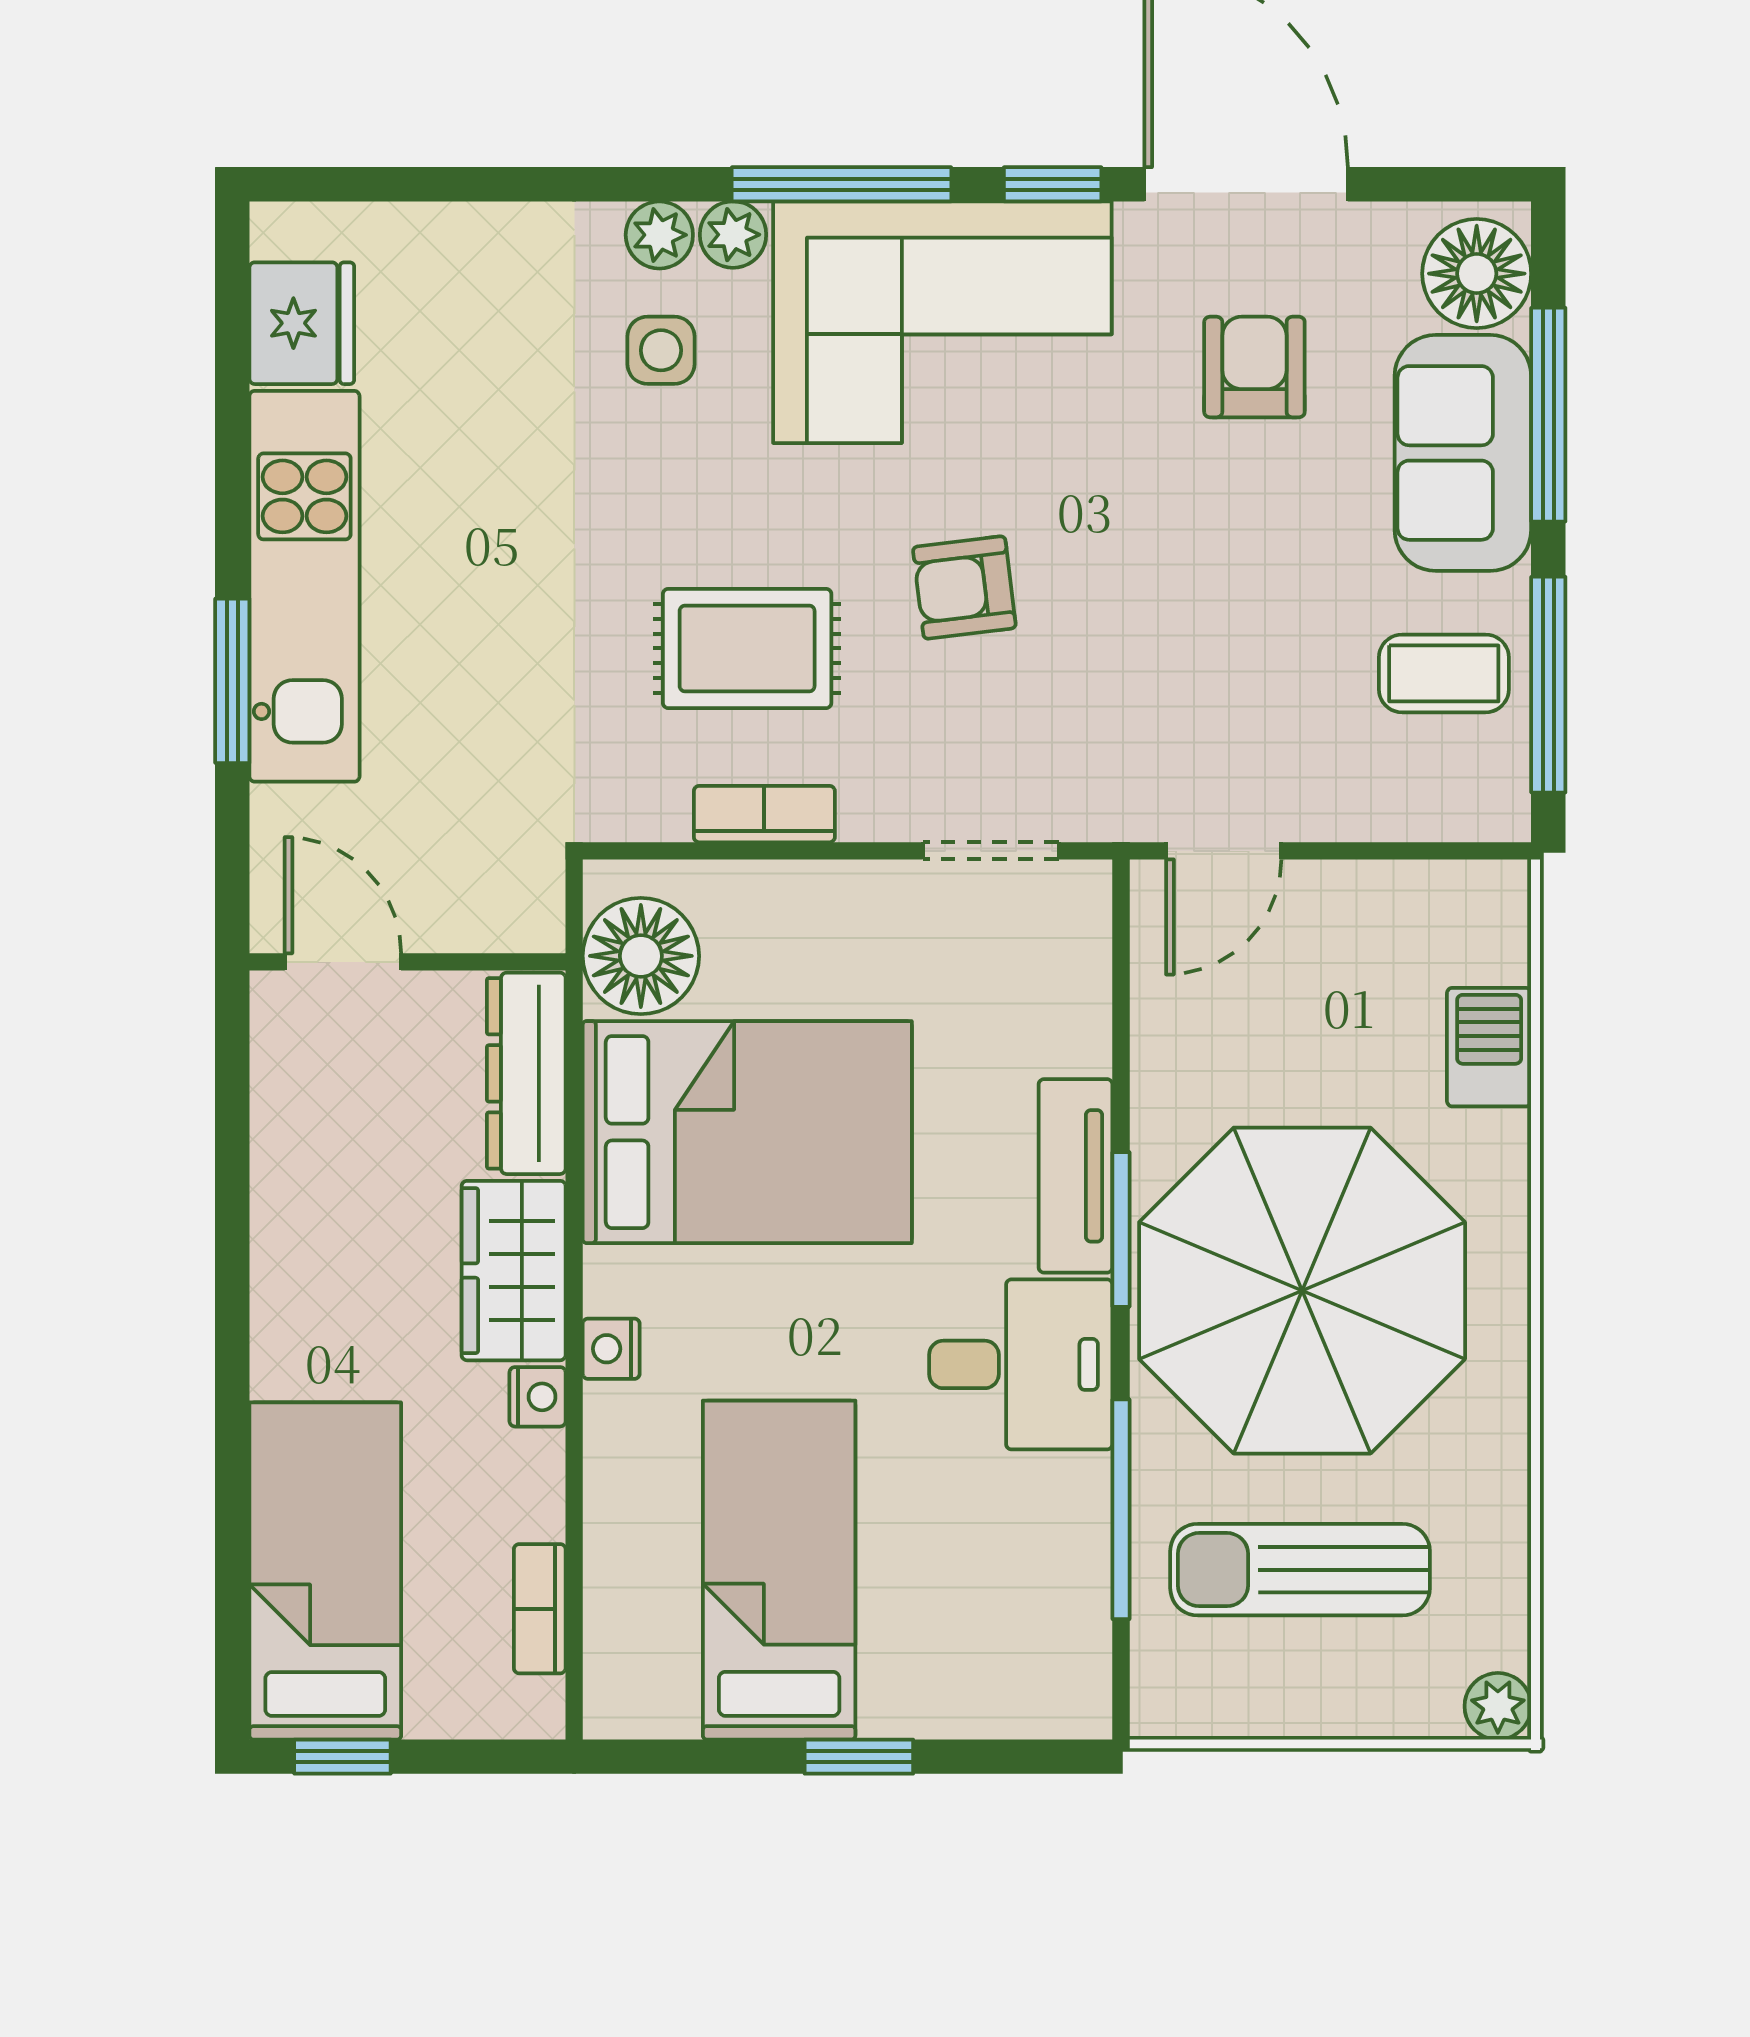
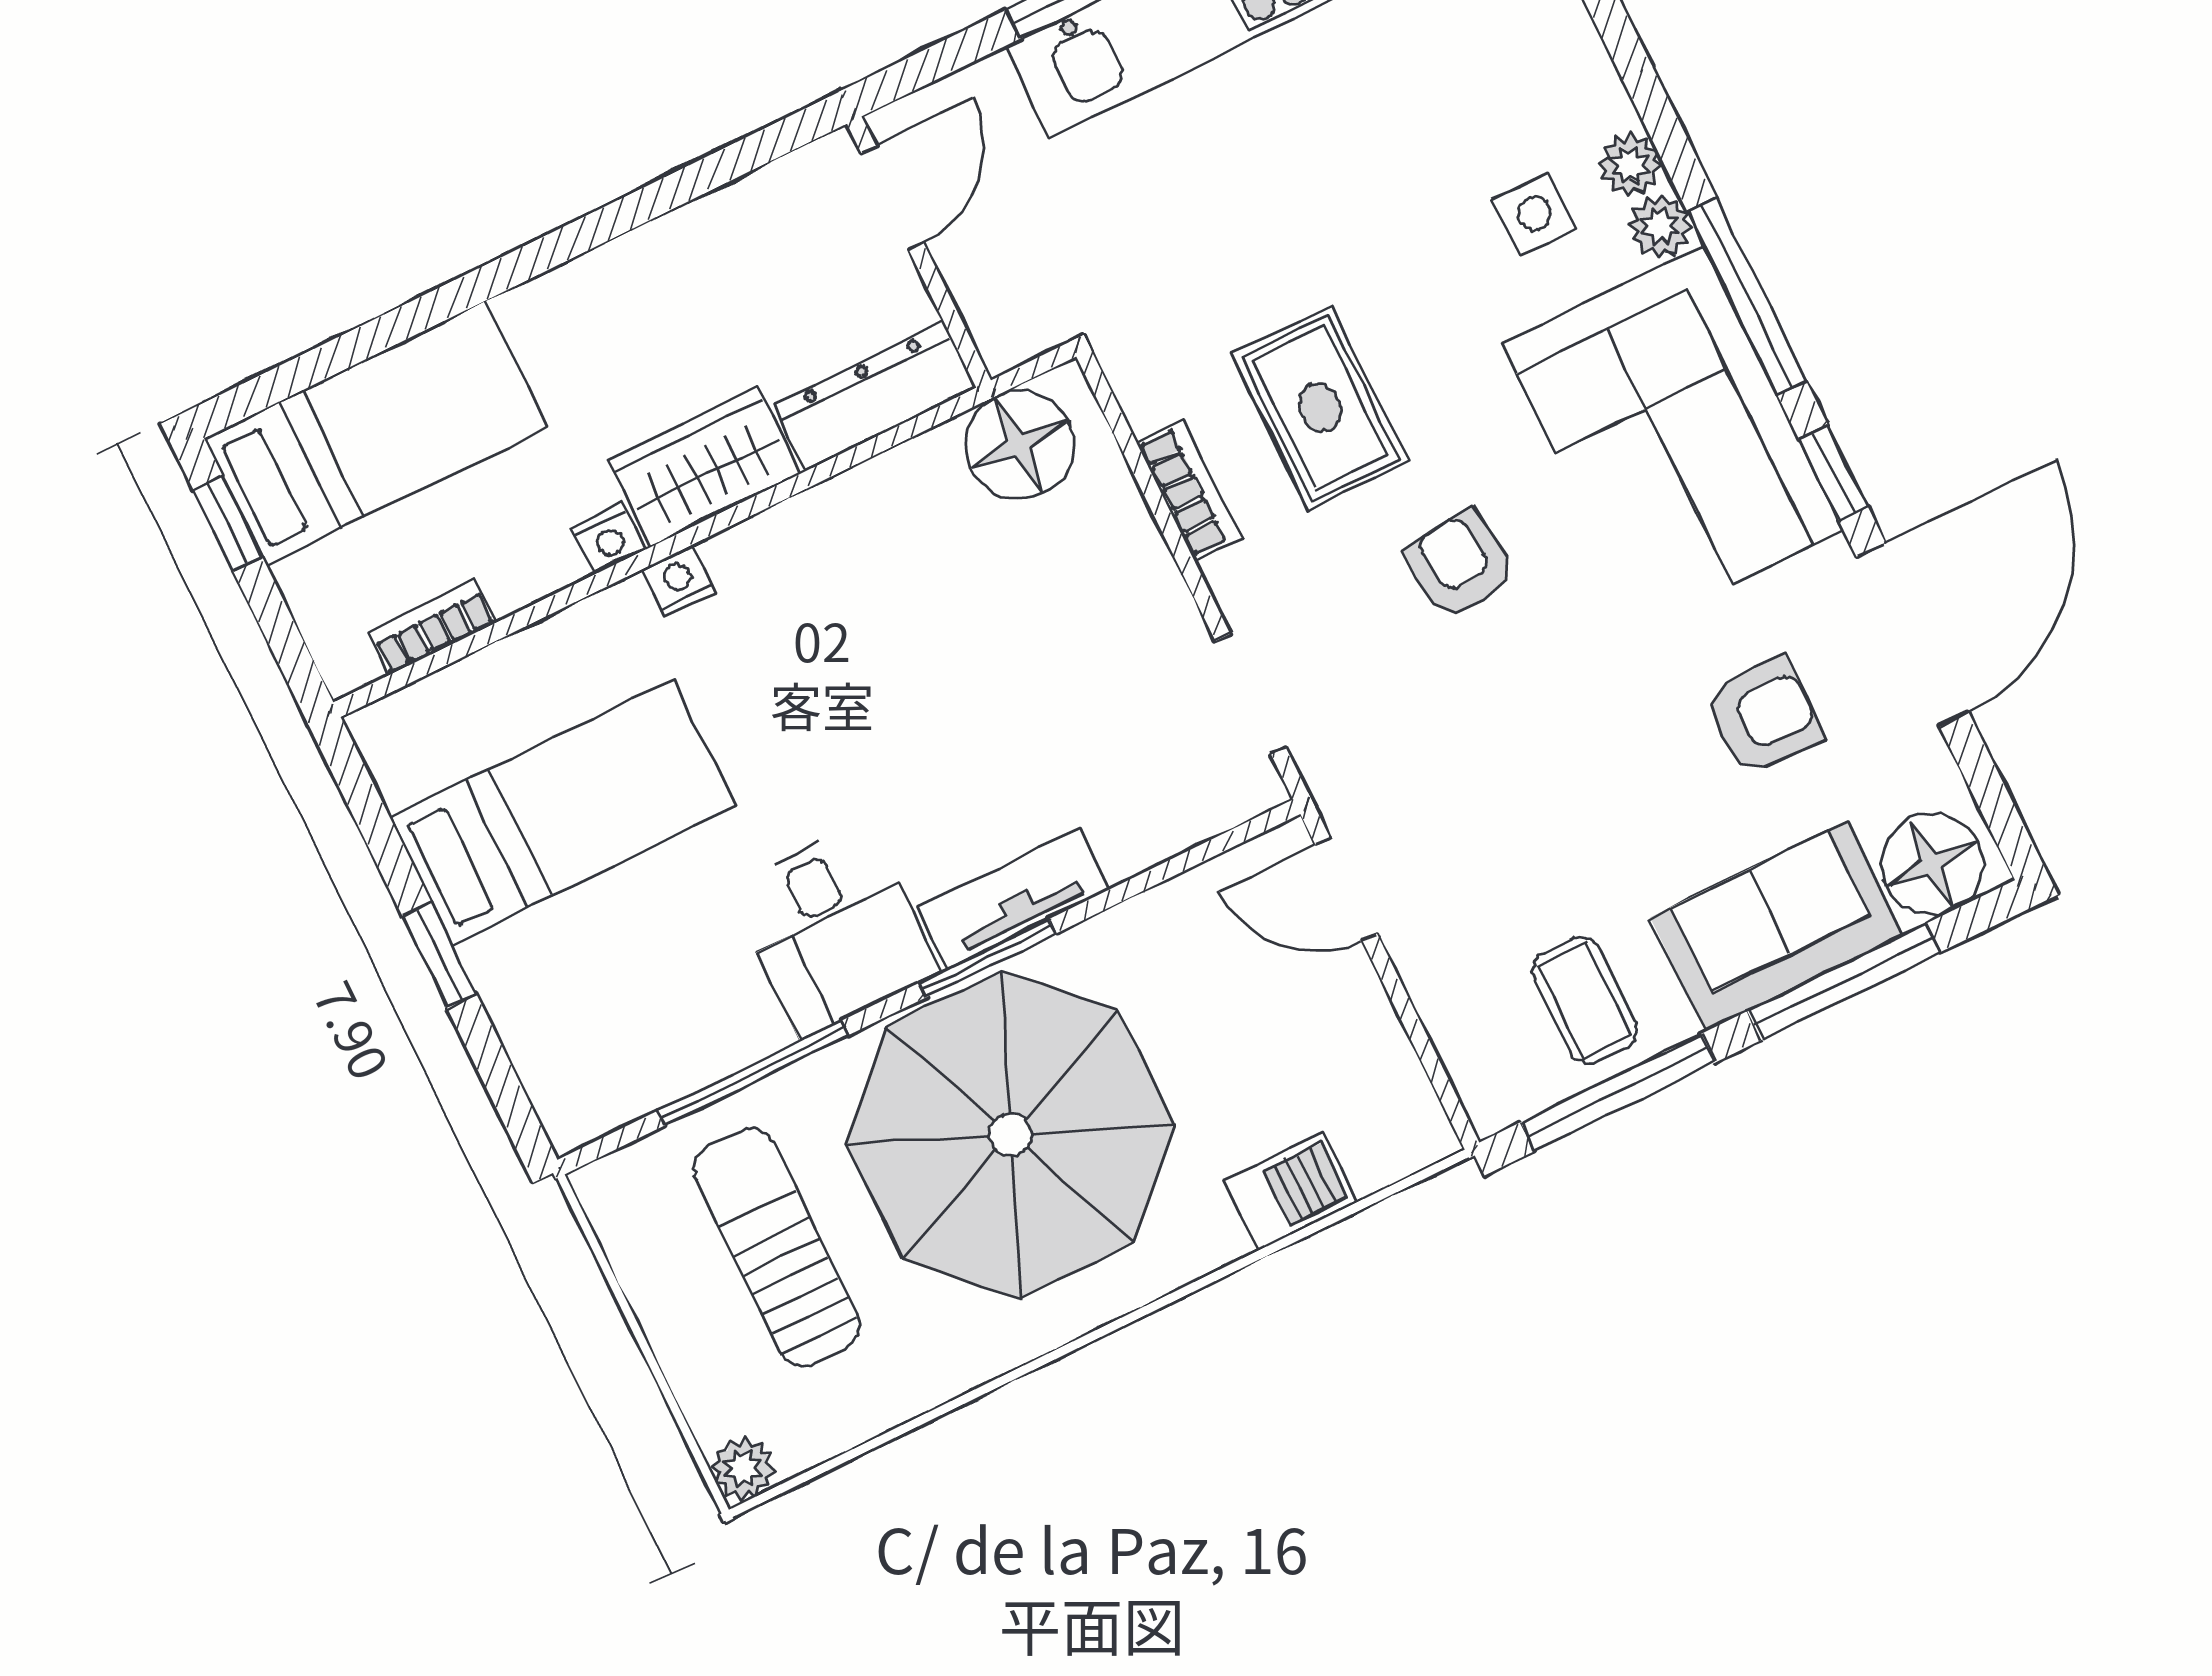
bed: (747, 1132) -> (916, 606), removed

